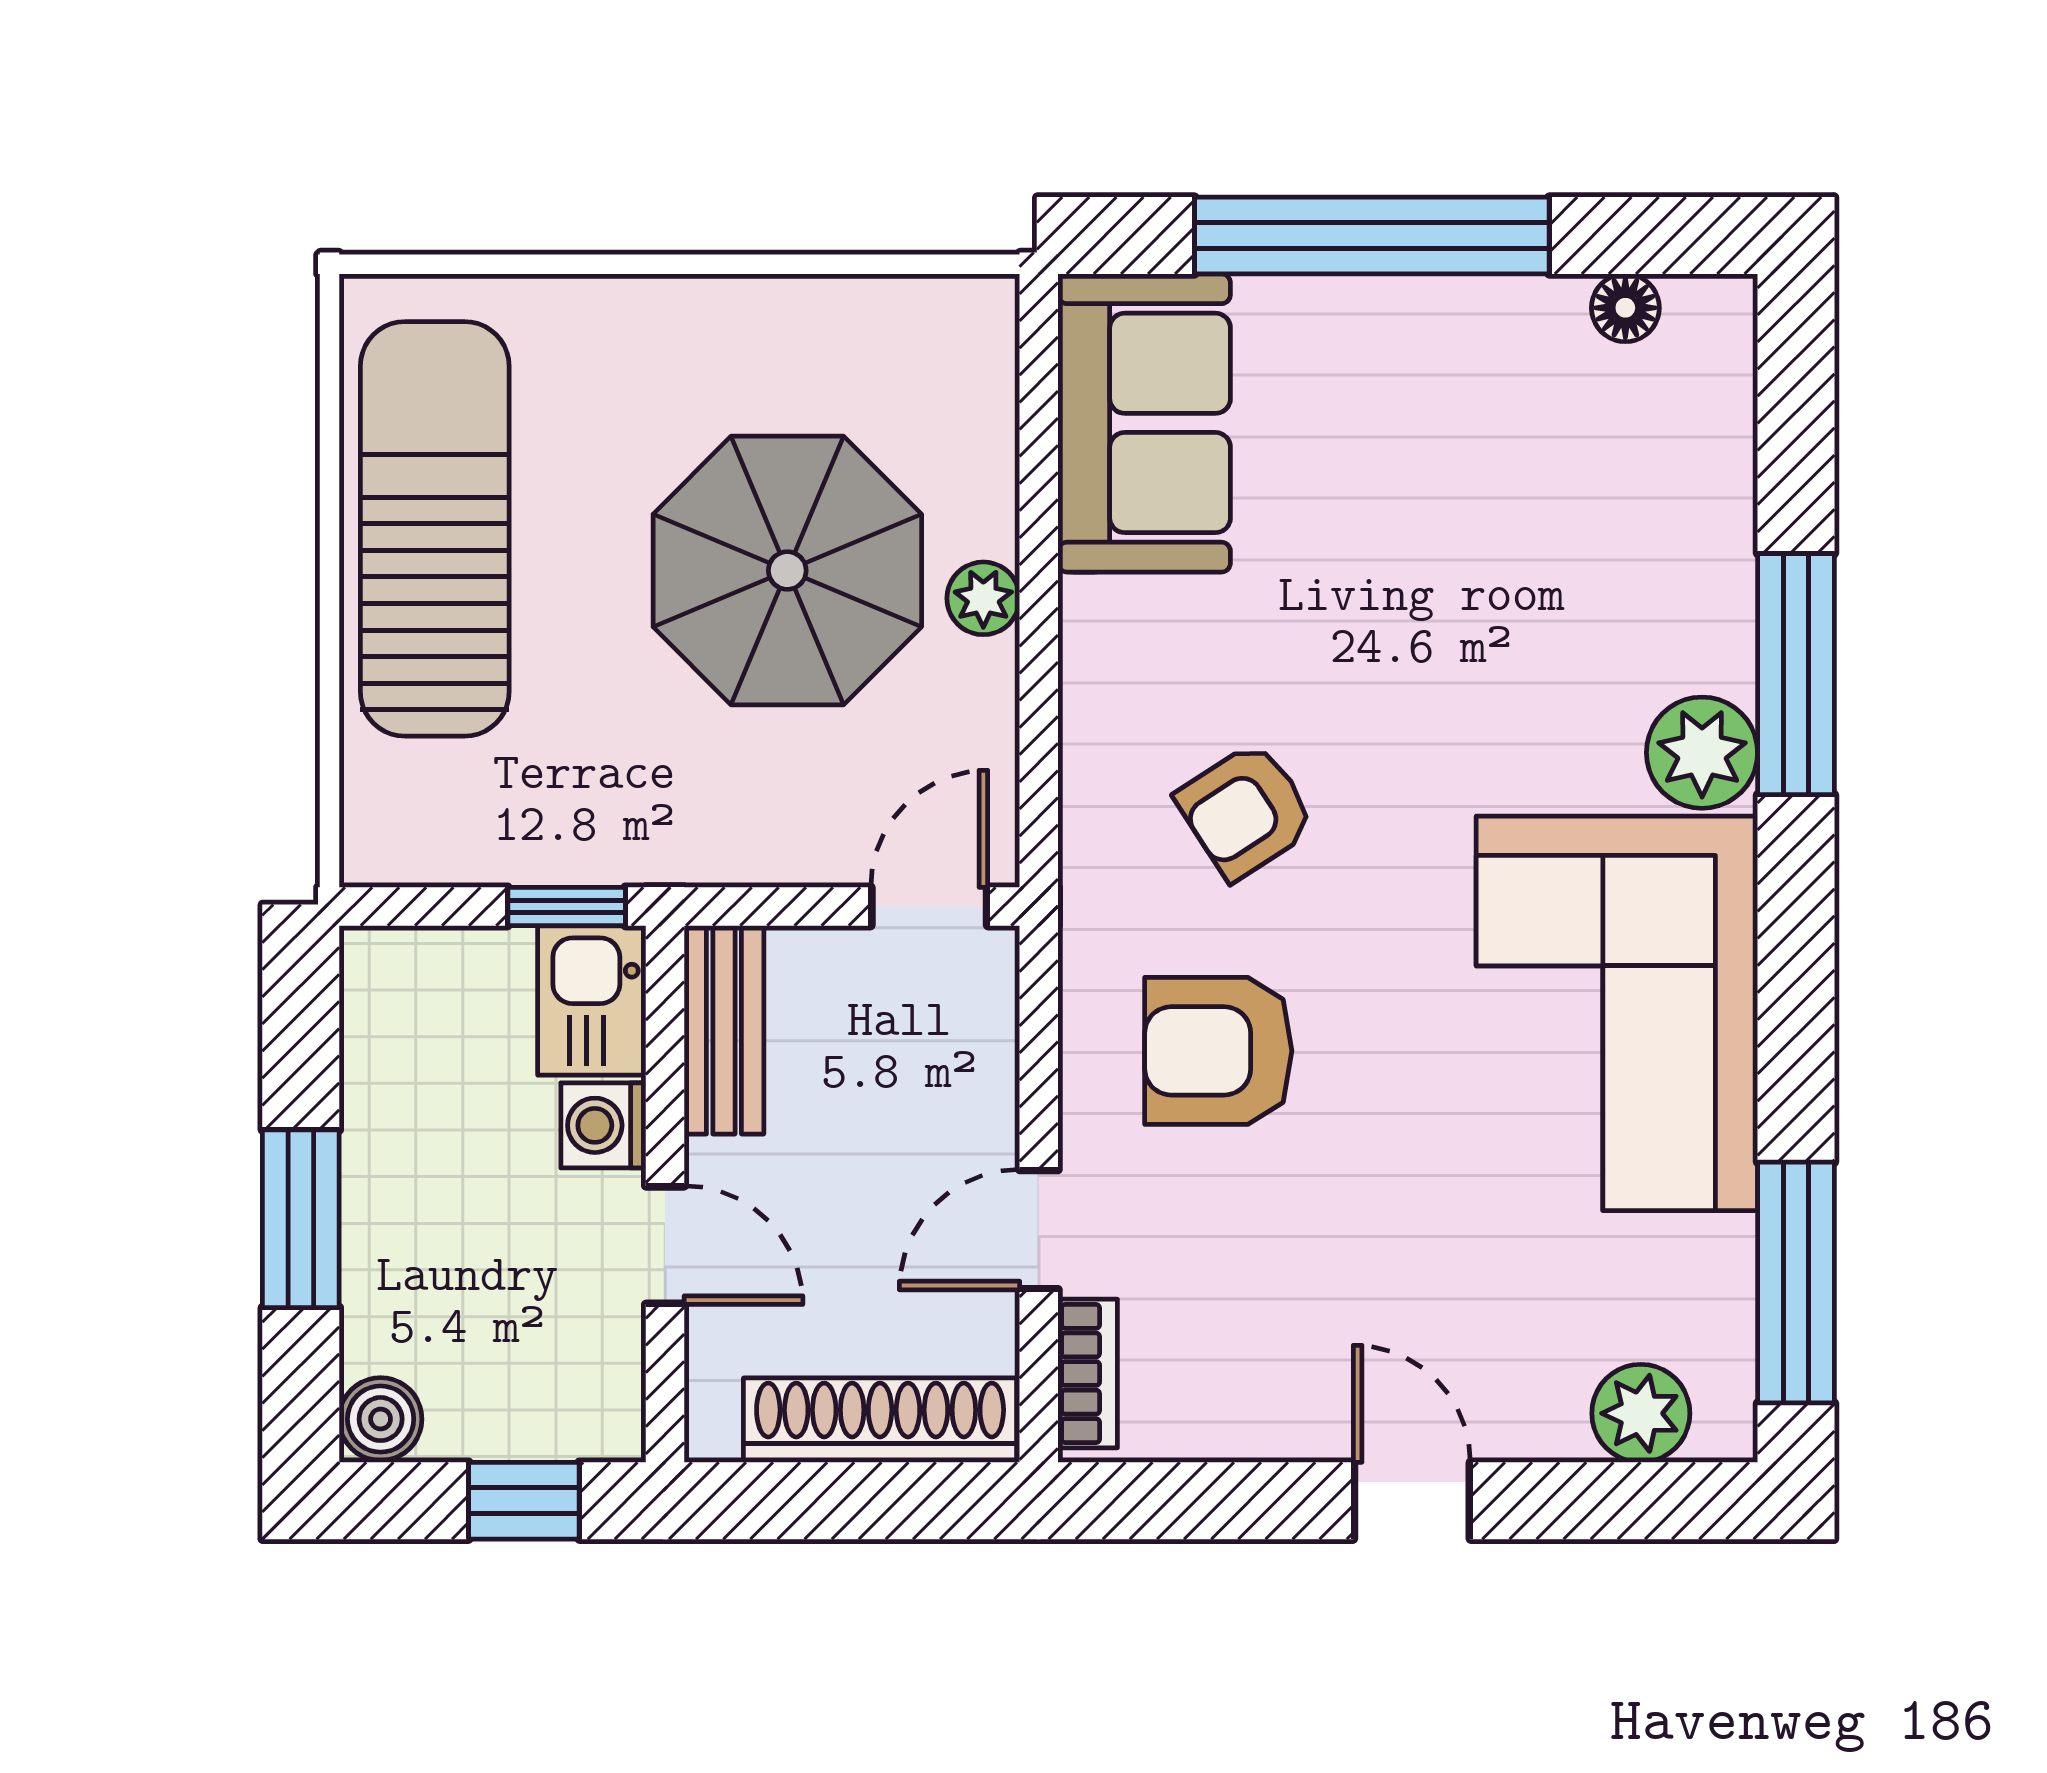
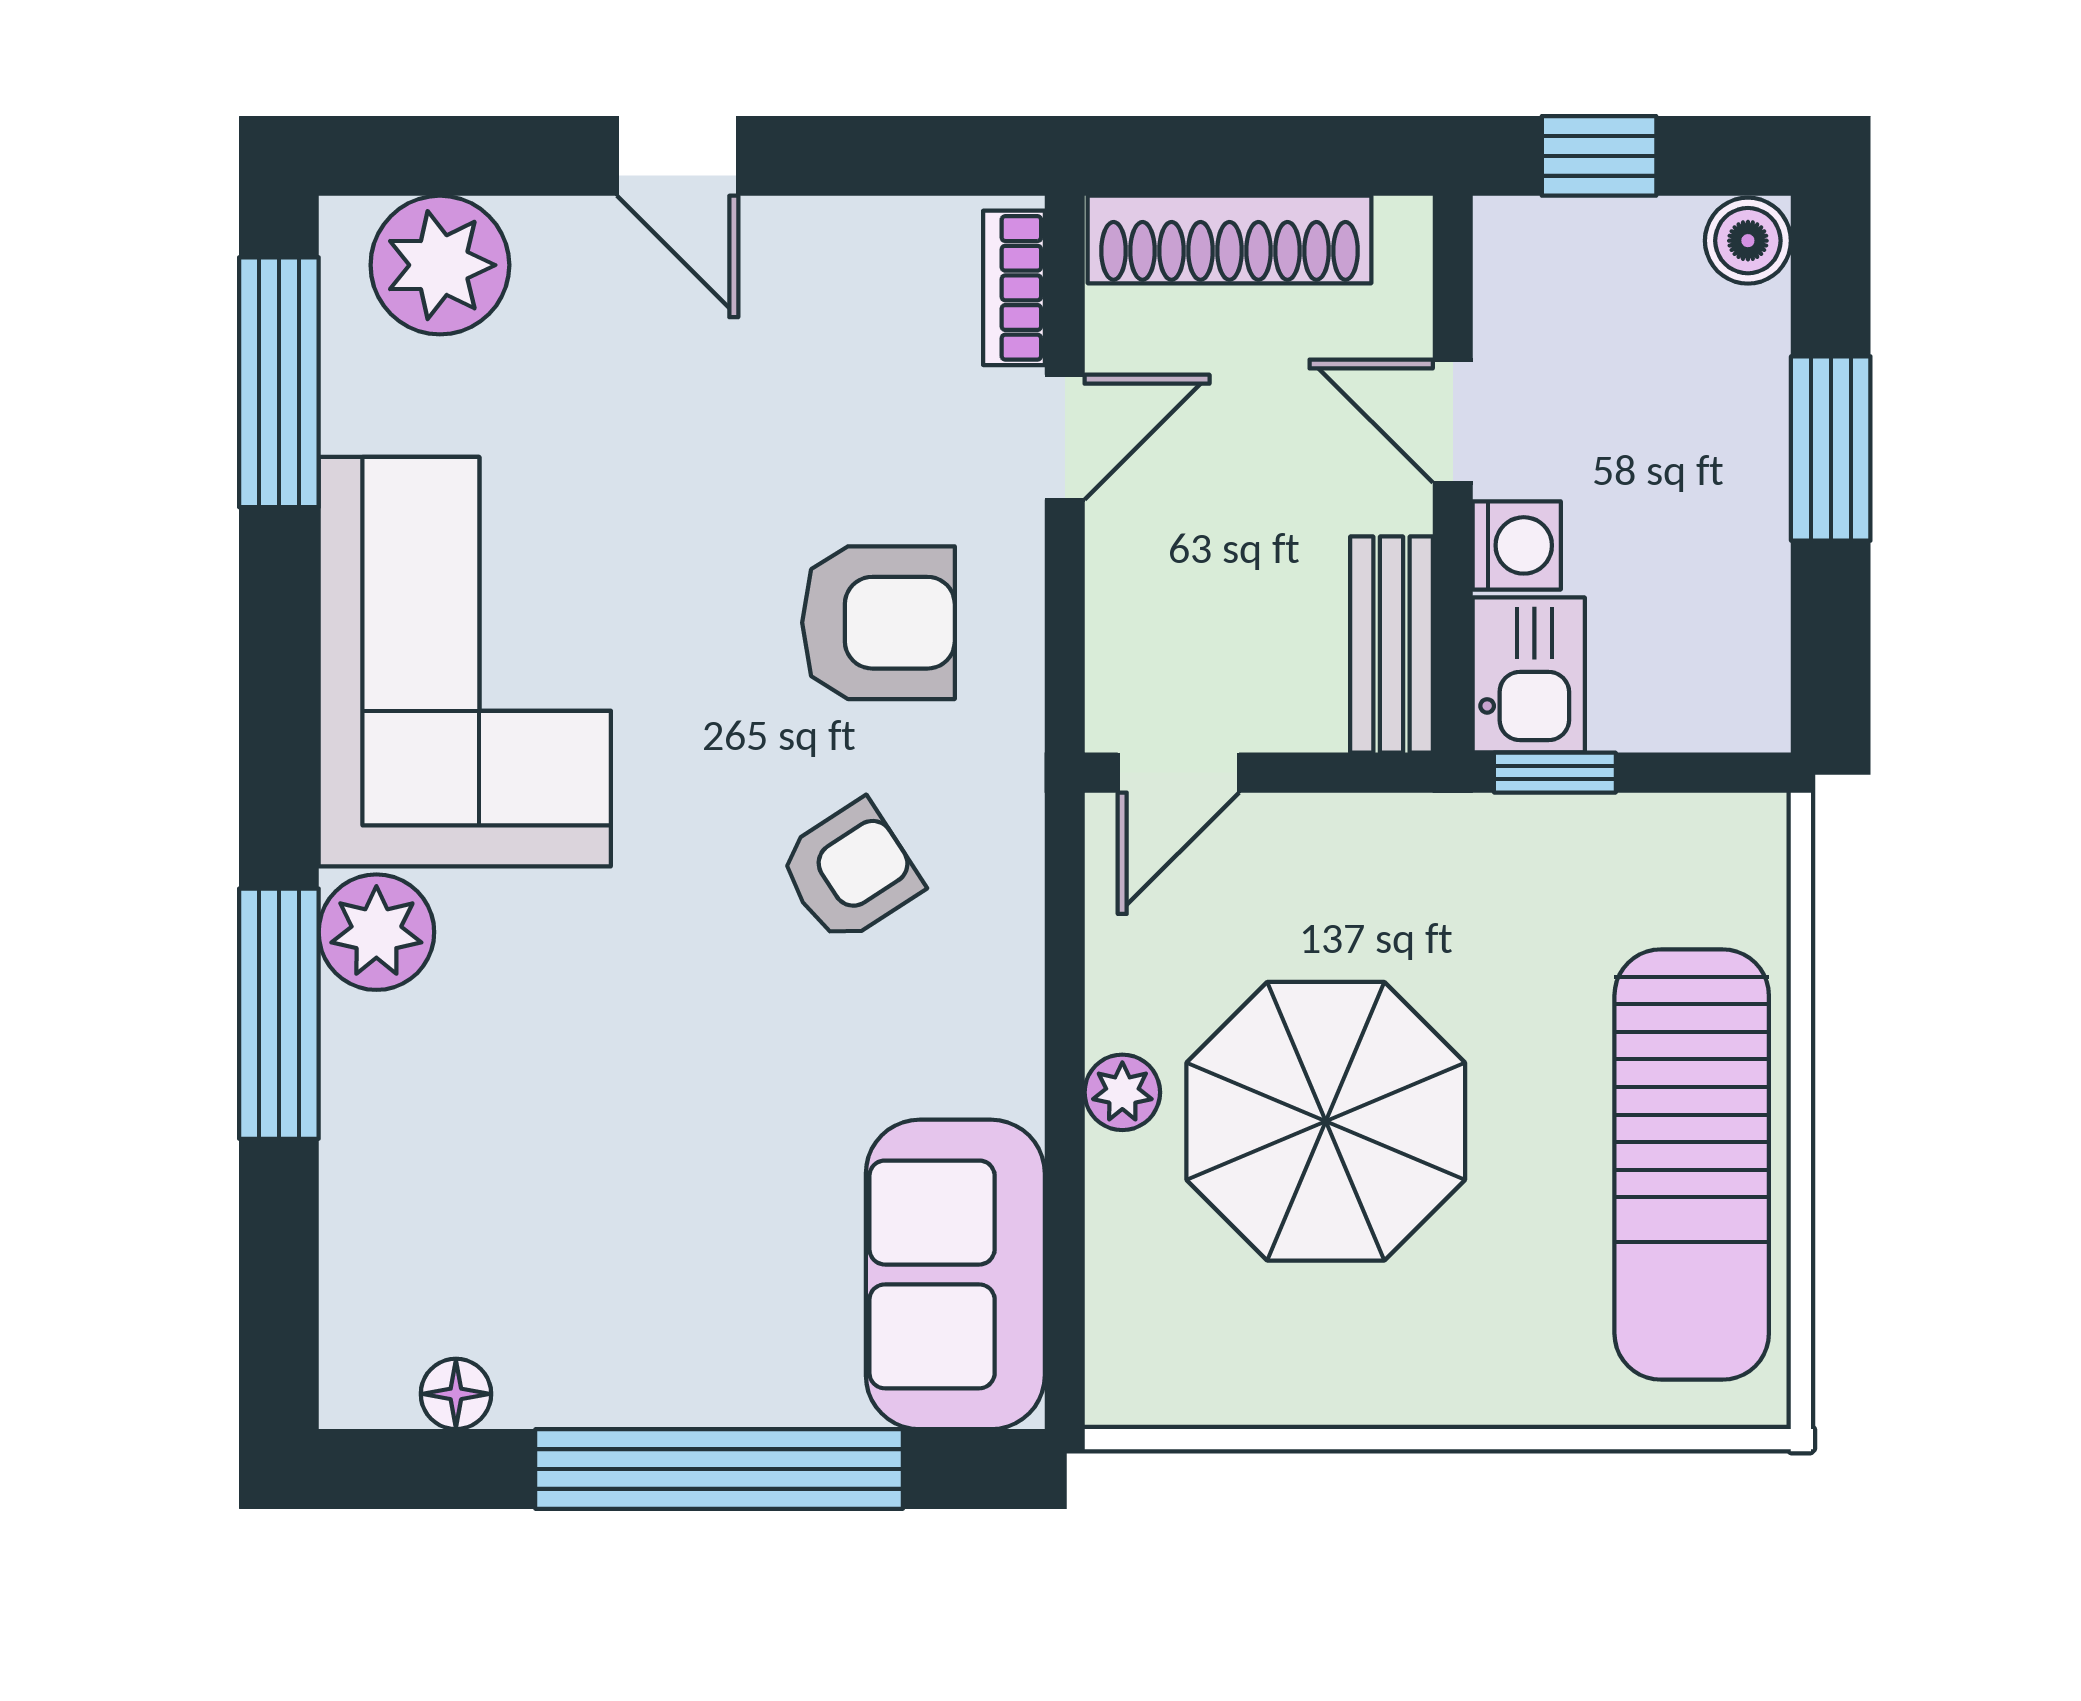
plant: (1641, 1413) -> (440, 265), width x1.36, depth x1.36

